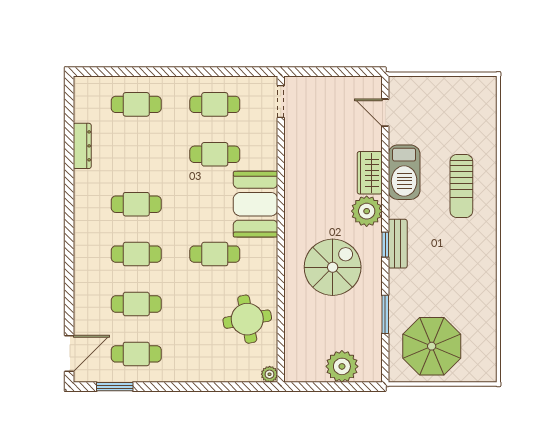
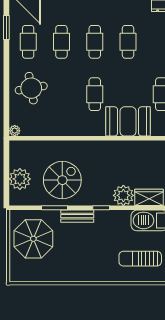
bench: (398, 244) -> (77, 216), moved
spiral stairs: (333, 267) -> (62, 180), moved, turned -90
round table: (247, 319) -> (31, 88), moved

